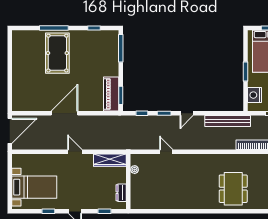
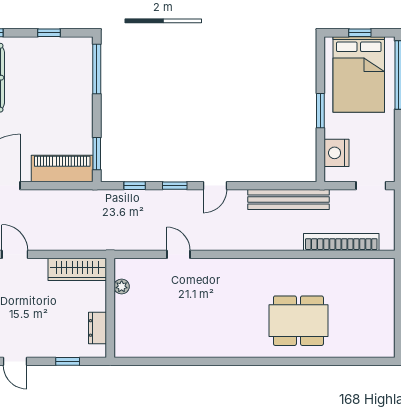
piano: (111, 94) -> (62, 168), moved, turned 90
dining table: (233, 189) -> (298, 321), turned 90

